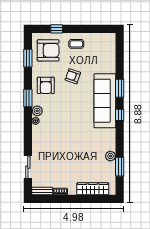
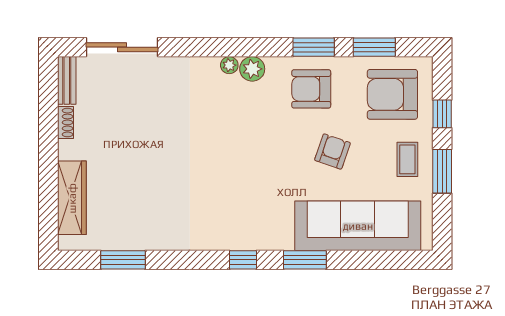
window: (81, 29) -> (442, 171), added
armchair: (48, 50) -> (392, 94), turned 90
window: (28, 98) -> (314, 47), moved
sofa: (105, 101) -> (358, 226), moved
plant: (110, 156) -> (148, 239), removed
sliding door: (28, 167) -> (122, 47), width x1.37

